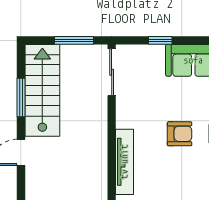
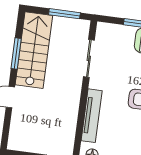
sliding door: (112, 72) -> (89, 58), moved

